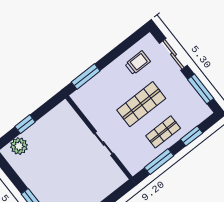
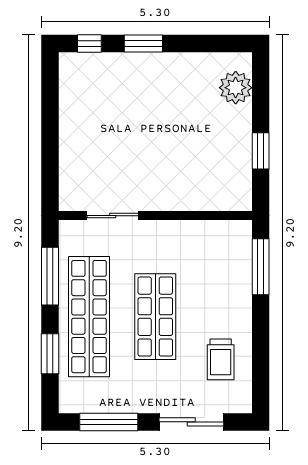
window: (25, 124) -> (261, 151), moved
shop shelf: (163, 132) -> (89, 317), width x2.00, depth x1.36
sliding door: (104, 143) -> (113, 216), moved

